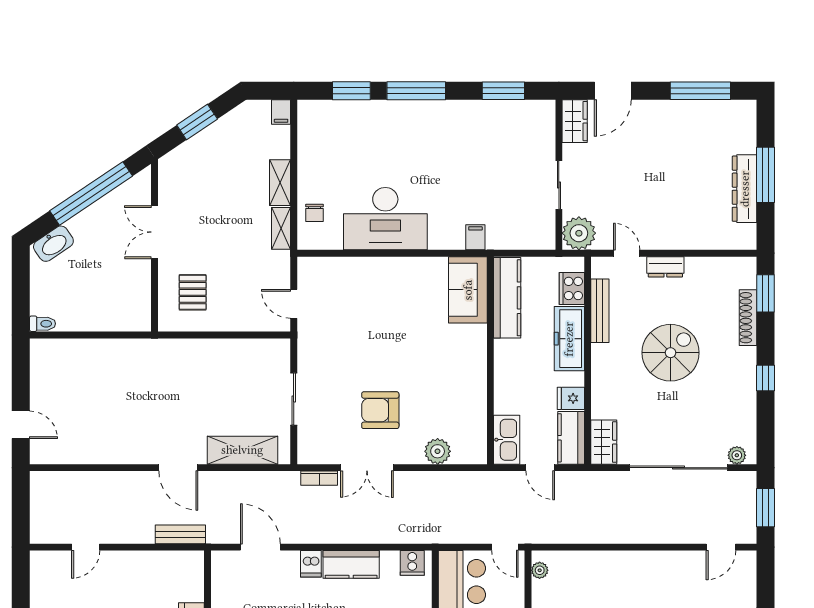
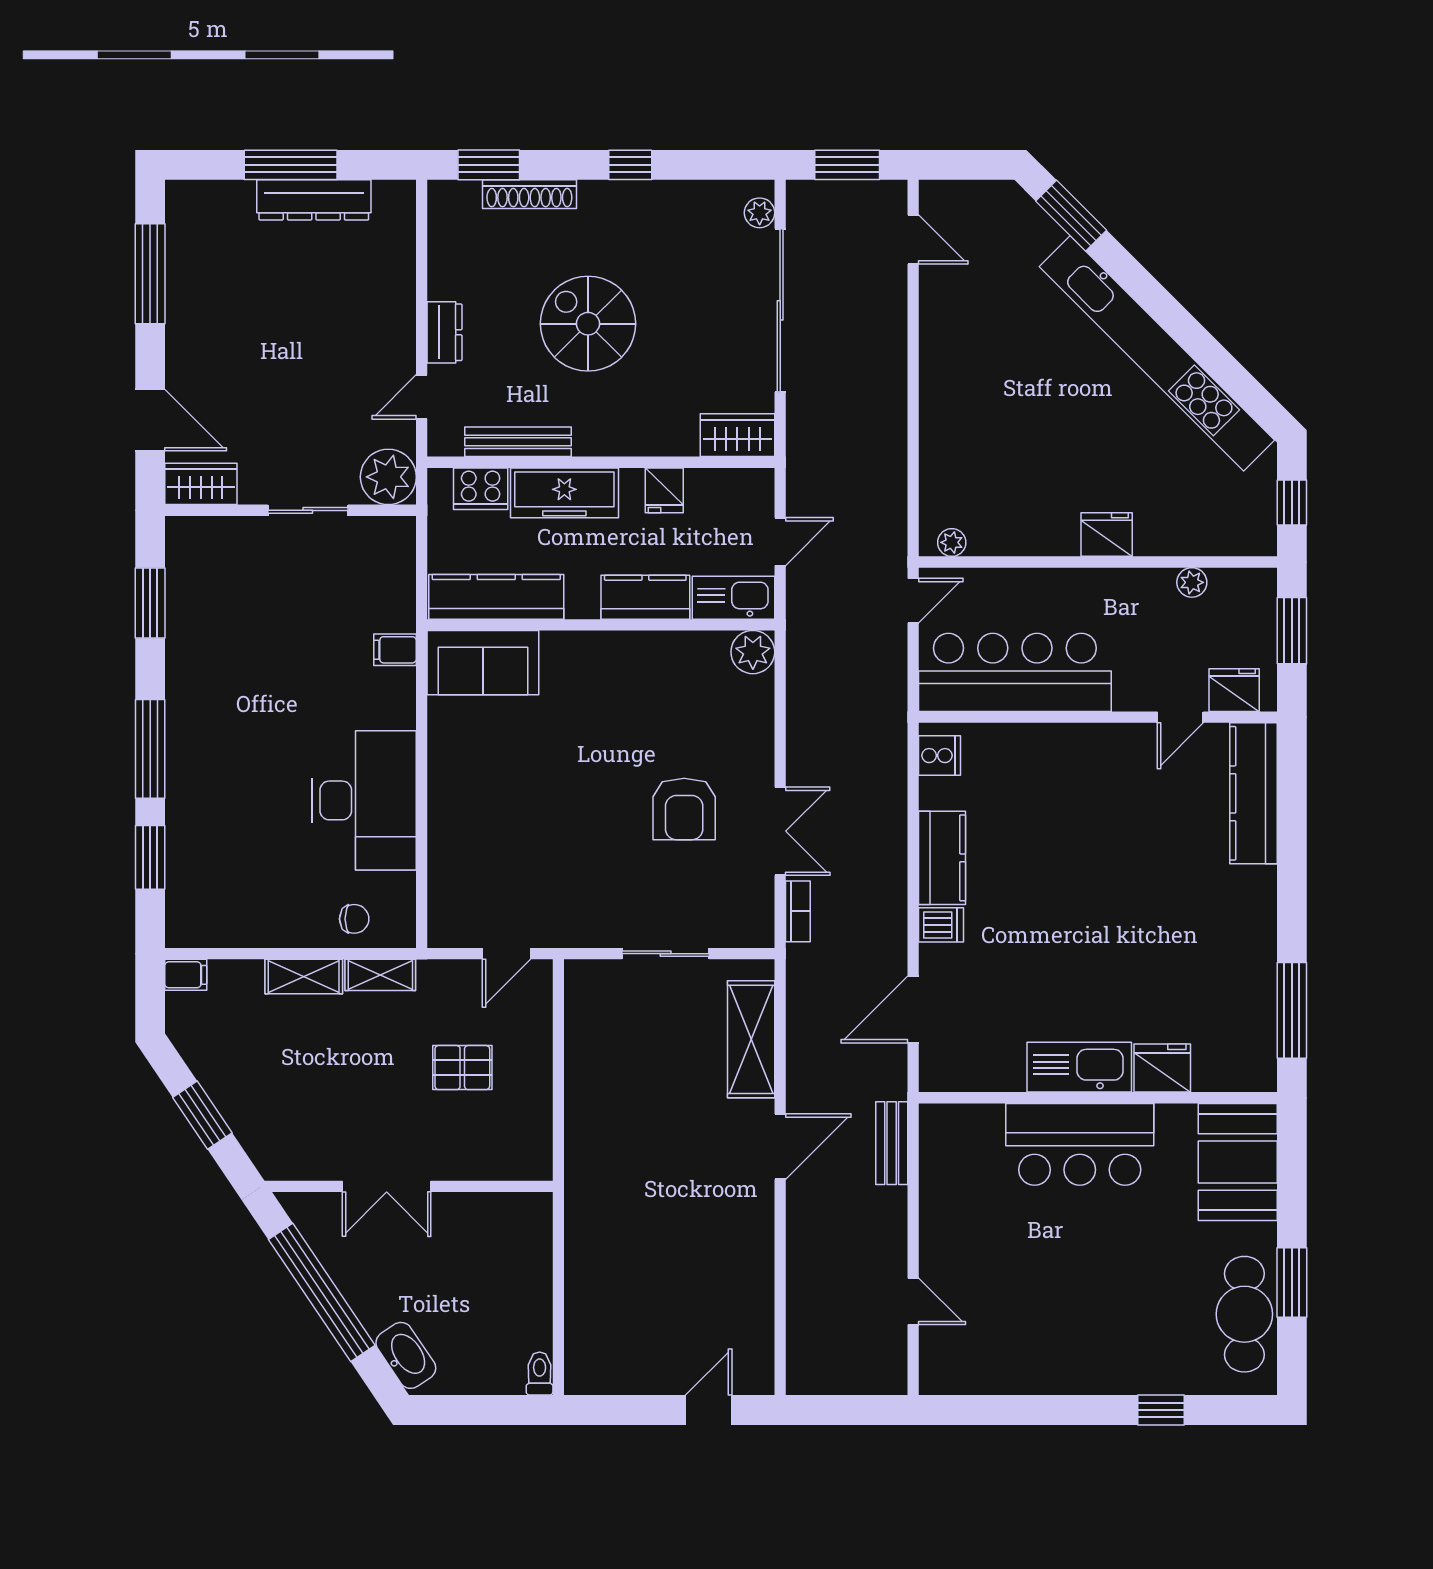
pallet: (193, 292) -> (462, 1068), moved
kitchen counter: (571, 438) -> (645, 597), moved, turned 180
plant: (438, 451) -> (753, 652), moved

